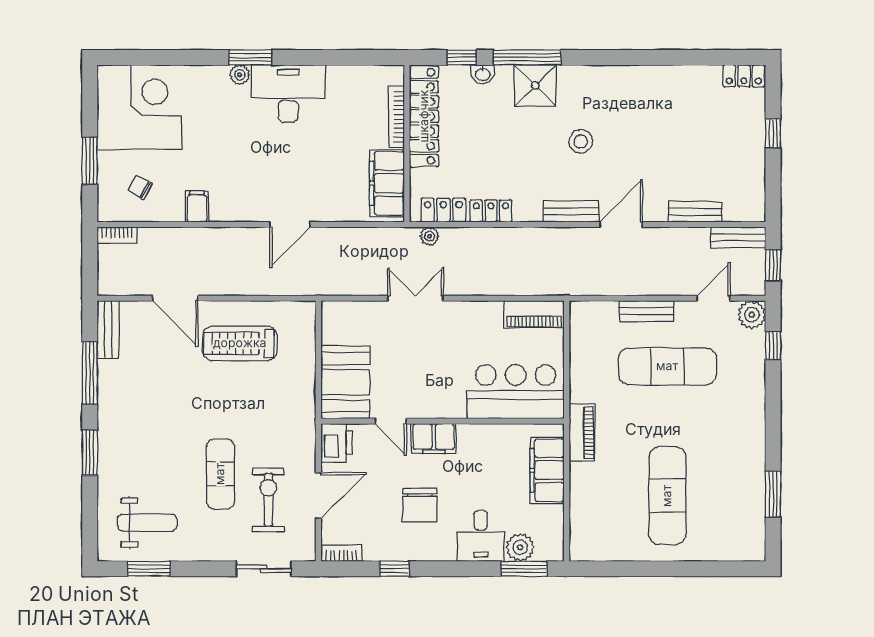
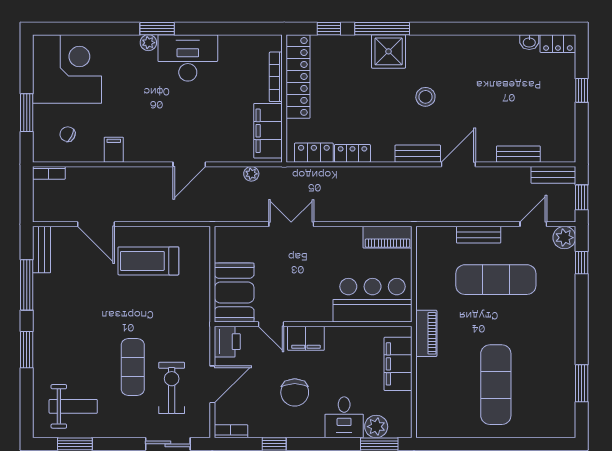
washbasin: (483, 74) -> (529, 42), moved
plant: (429, 236) -> (251, 174), moved

